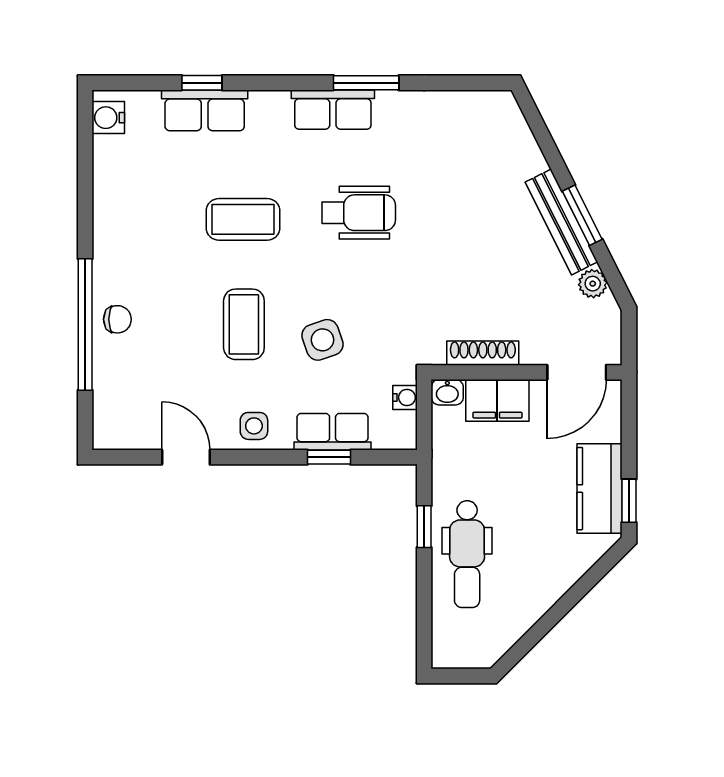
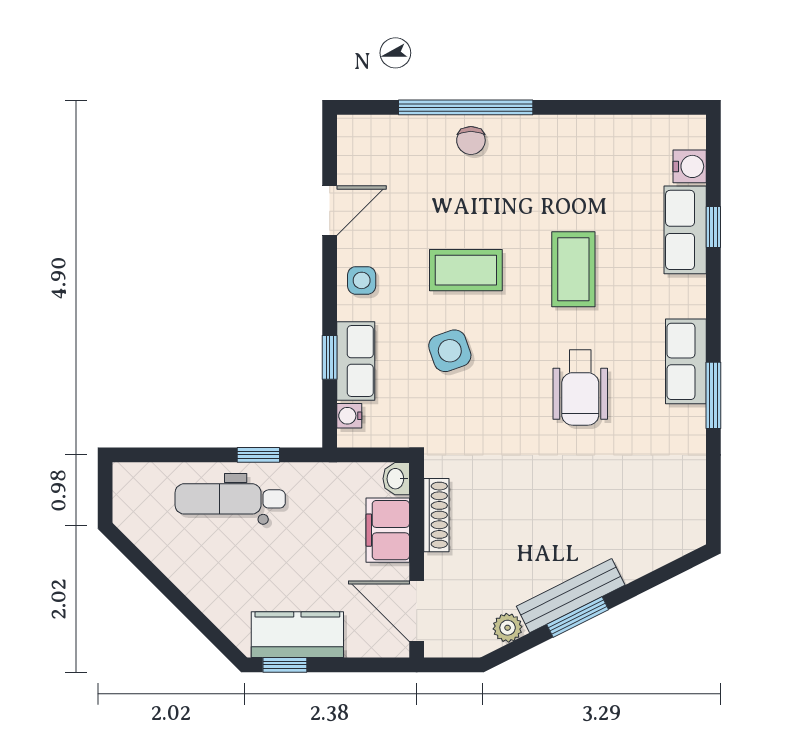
water cooler: (108, 118) -> (690, 166), moved, turned 90
water cooler: (405, 398) -> (349, 416), moved, turned 90

